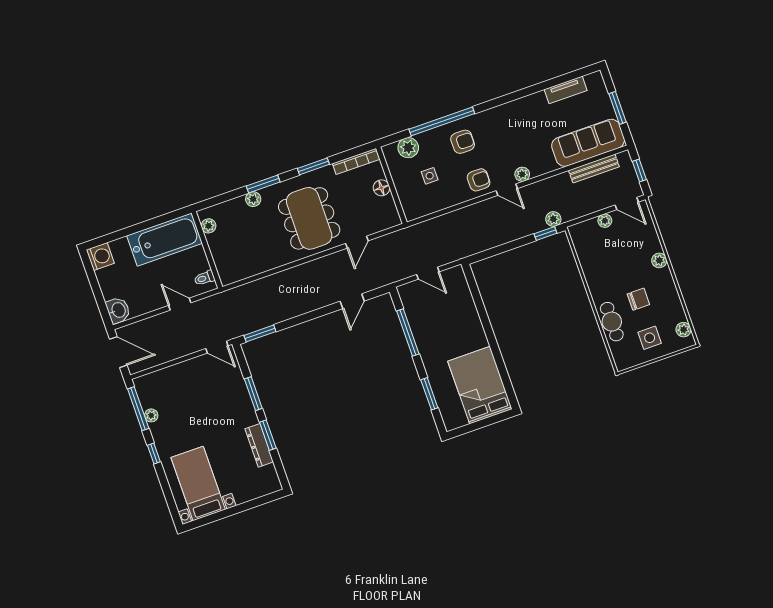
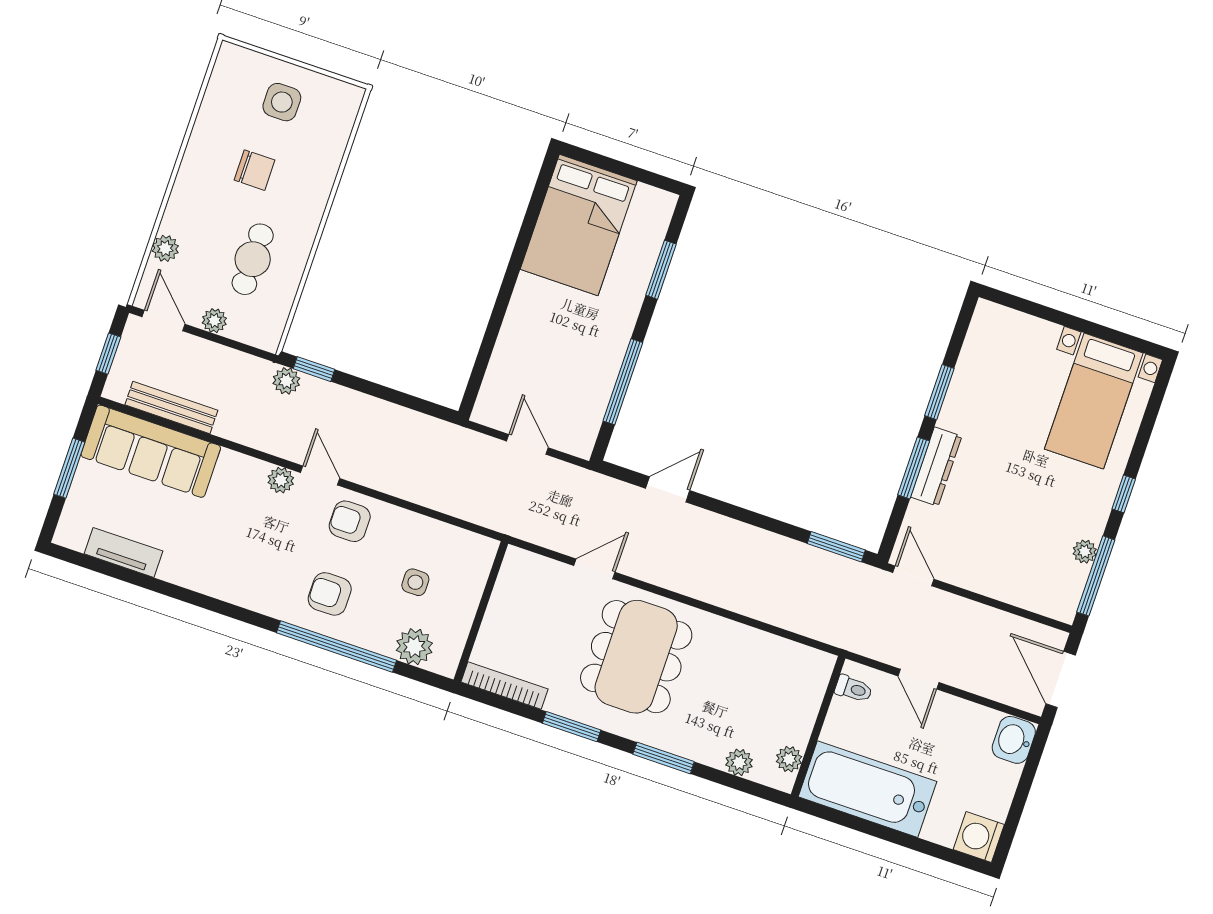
floor lamp: (381, 188) -> (498, 619), removed
plant: (253, 199) -> (739, 762), moved
plant: (659, 260) -> (165, 248), moved
chair: (638, 299) -> (255, 170), turned 180
cafe table: (612, 322) -> (253, 259), moved
plant: (684, 330) -> (224, 76), removed
dresser: (259, 445) -> (936, 467), moved

